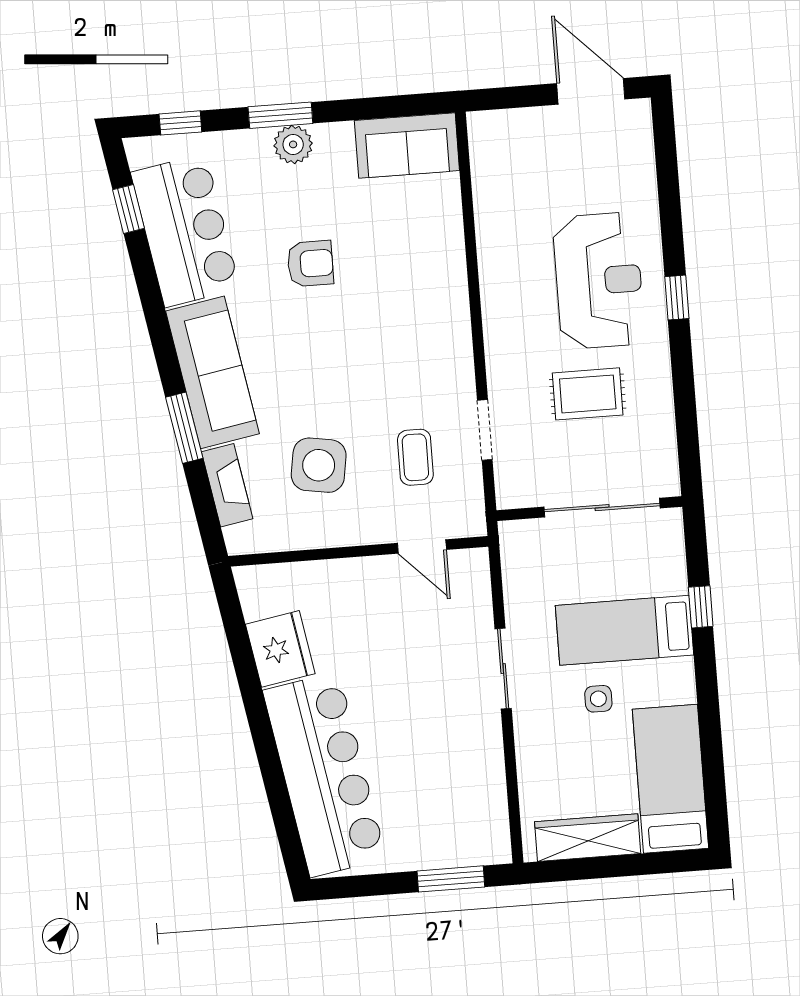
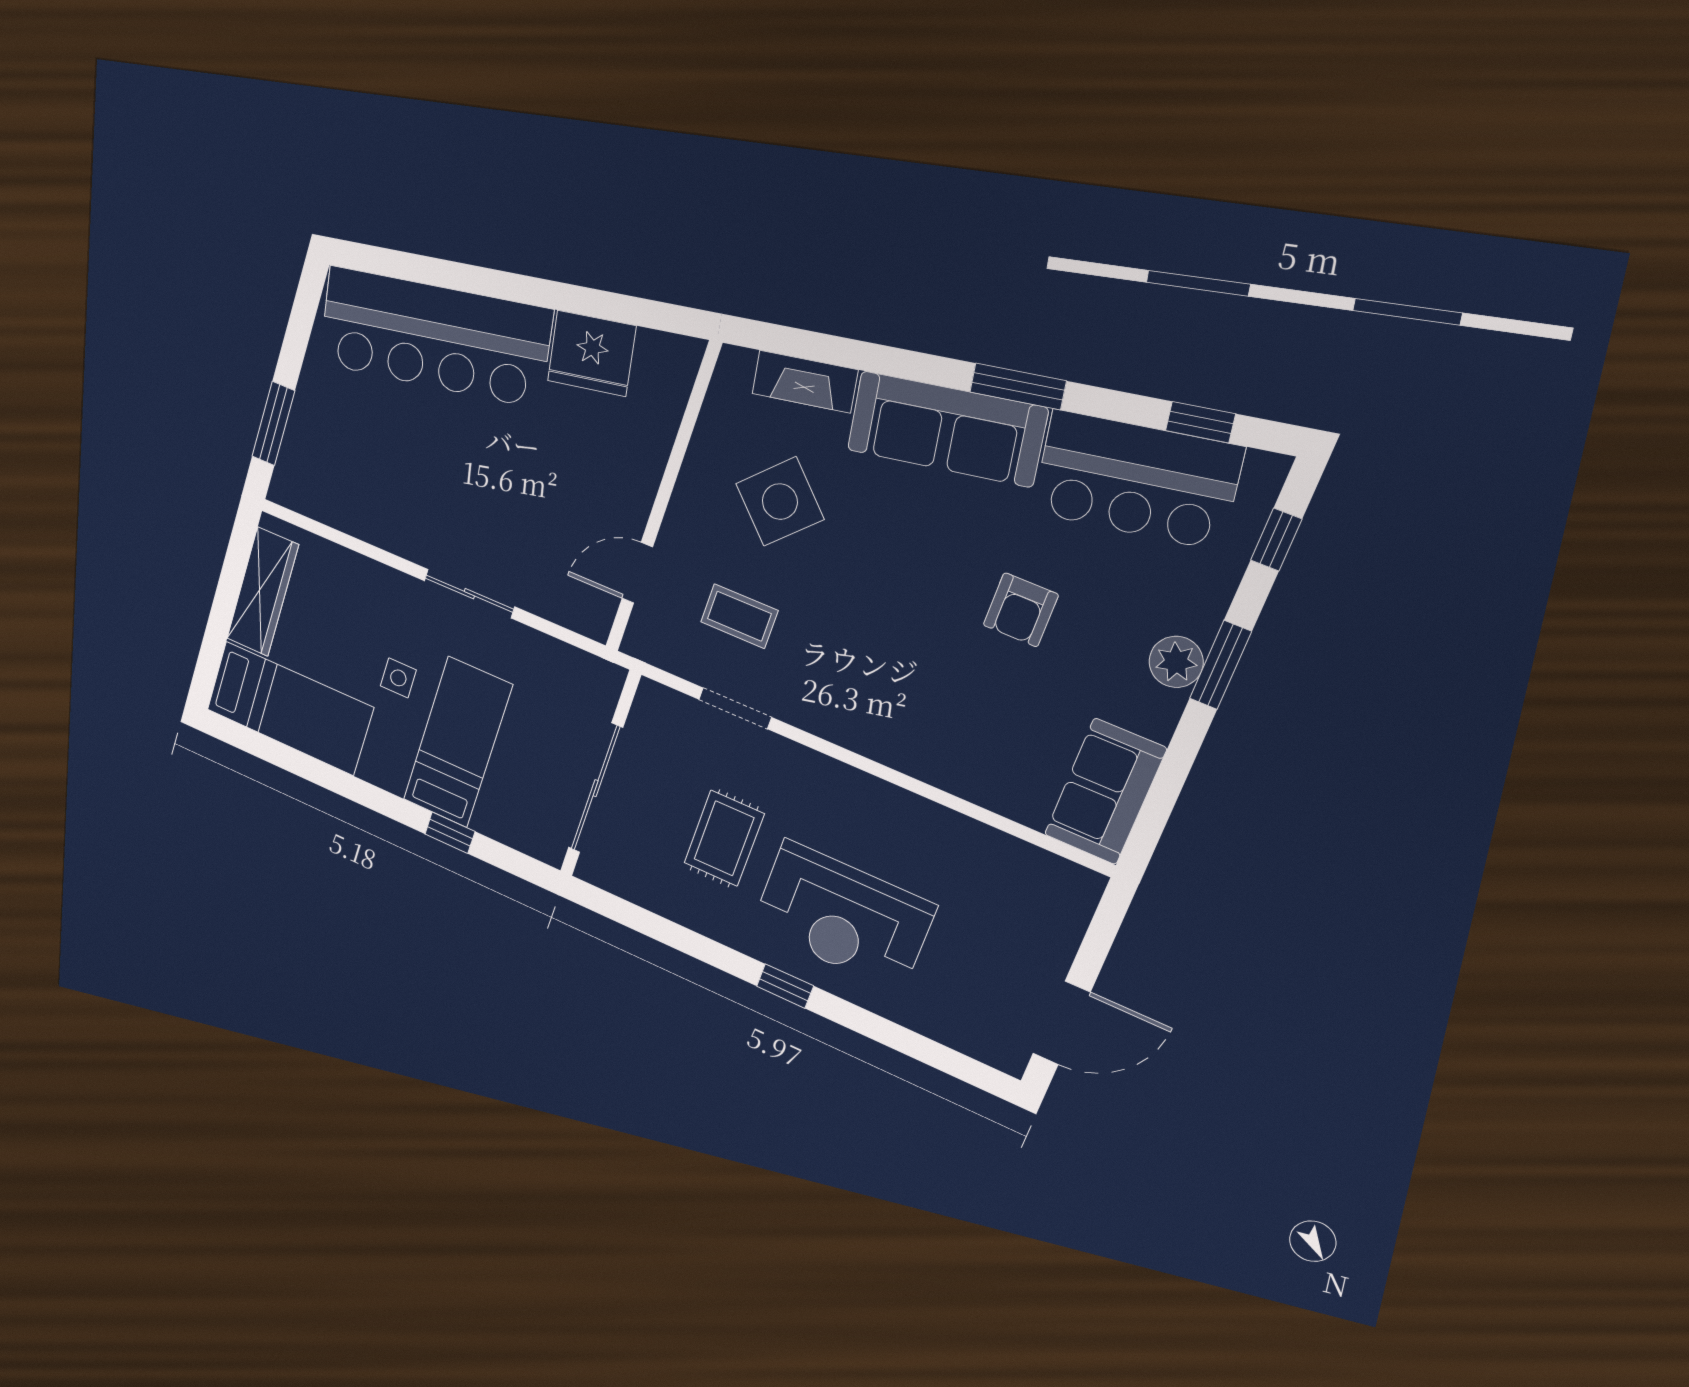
window: (184, 428) -> (1018, 386), moved
side table: (319, 465) -> (780, 502), turned 36

